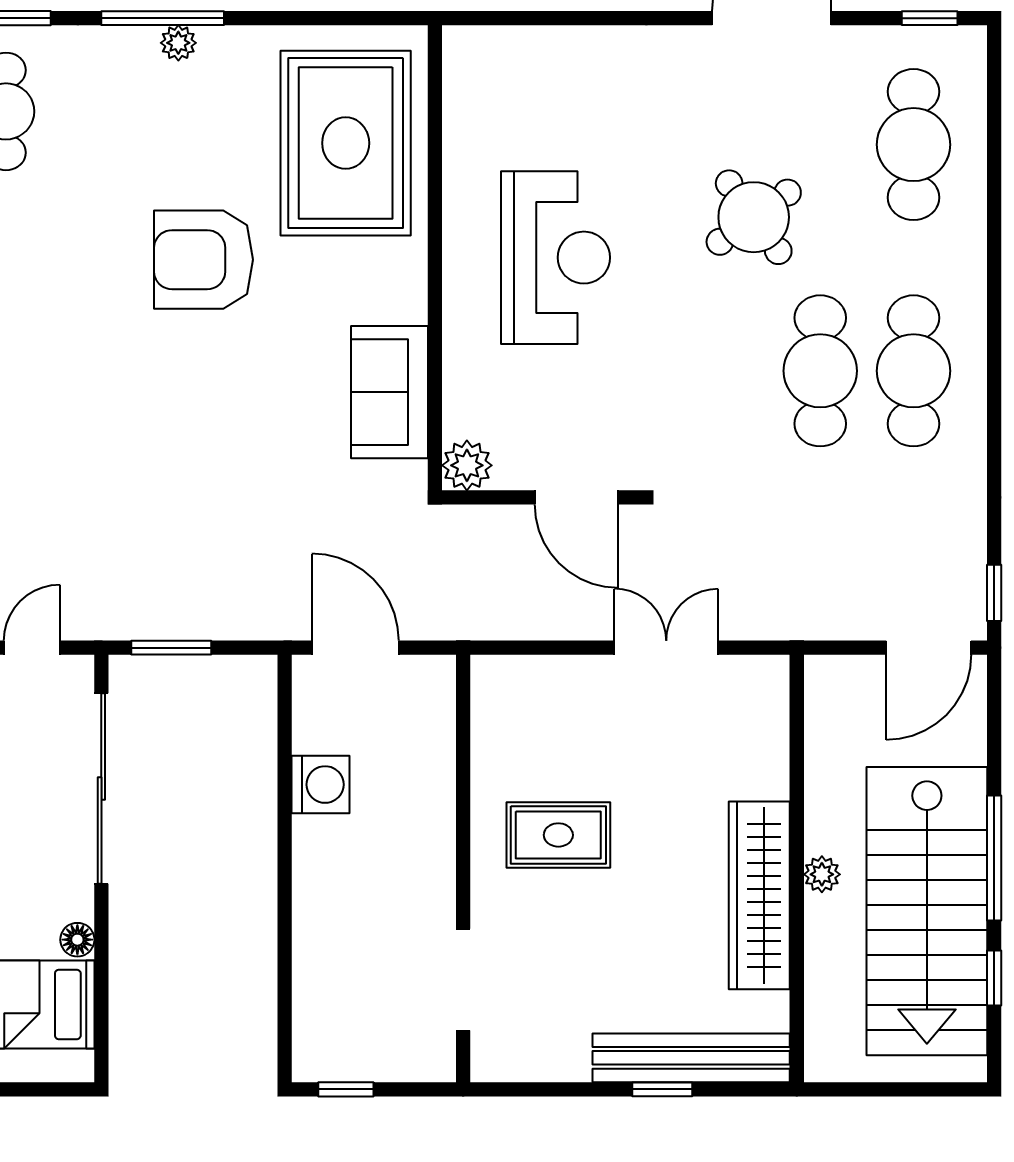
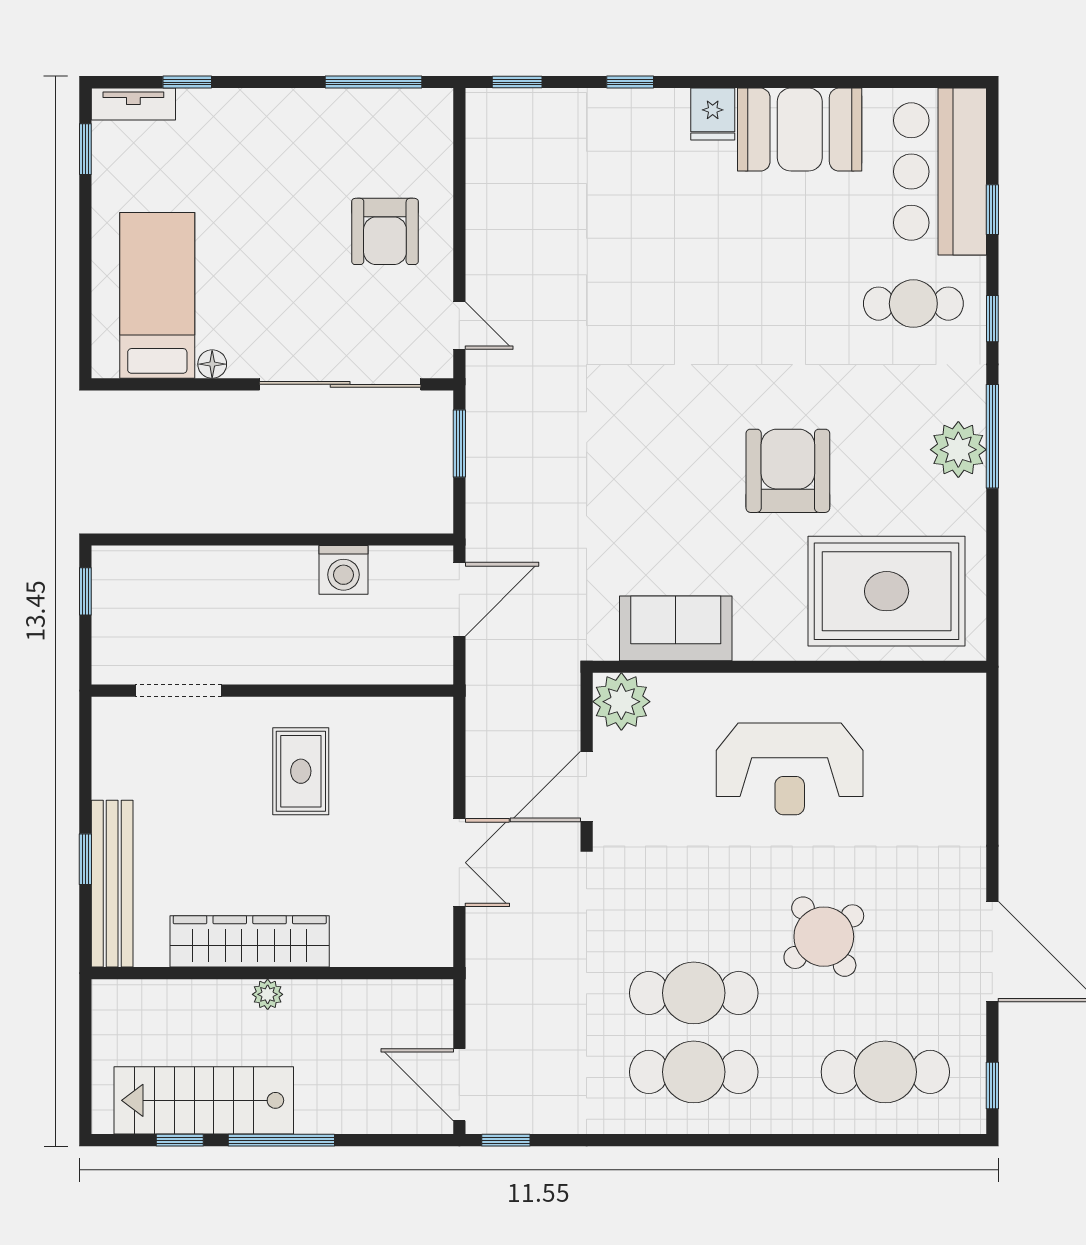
plant: (178, 43) -> (958, 450), width x1.88, depth x1.88
plant: (467, 465) -> (621, 702), width x1.36, depth x1.36
stairs: (927, 911) -> (204, 1100), width x0.73, depth x0.66

